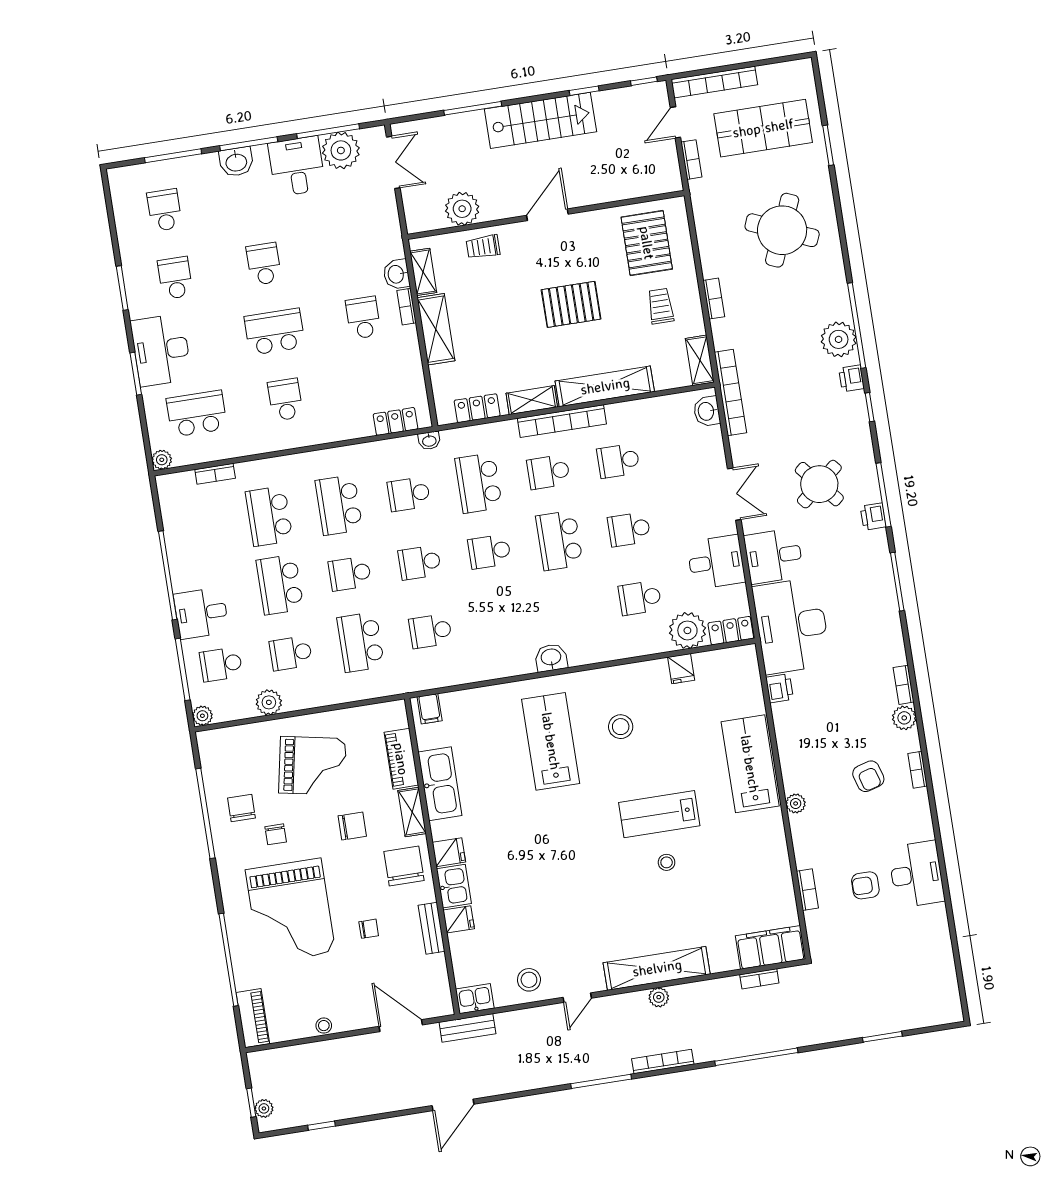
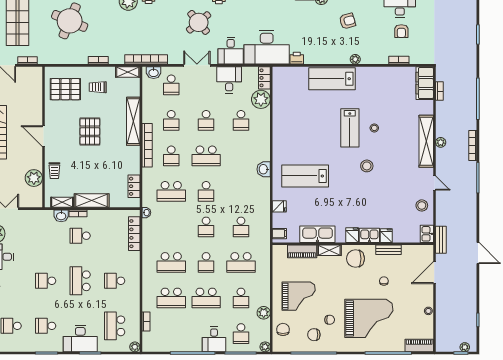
shelving: (532, 400) -> (134, 159), removed
locker: (396, 421) -> (134, 234), width x1.53
school desk: (409, 494) -> (171, 85), moved
fridge: (681, 669) -> (279, 206), moved
stool: (621, 727) -> (367, 166), moved
grand piano: (312, 766) -> (299, 296), turned 79
chair: (352, 826) -> (283, 329), moved

